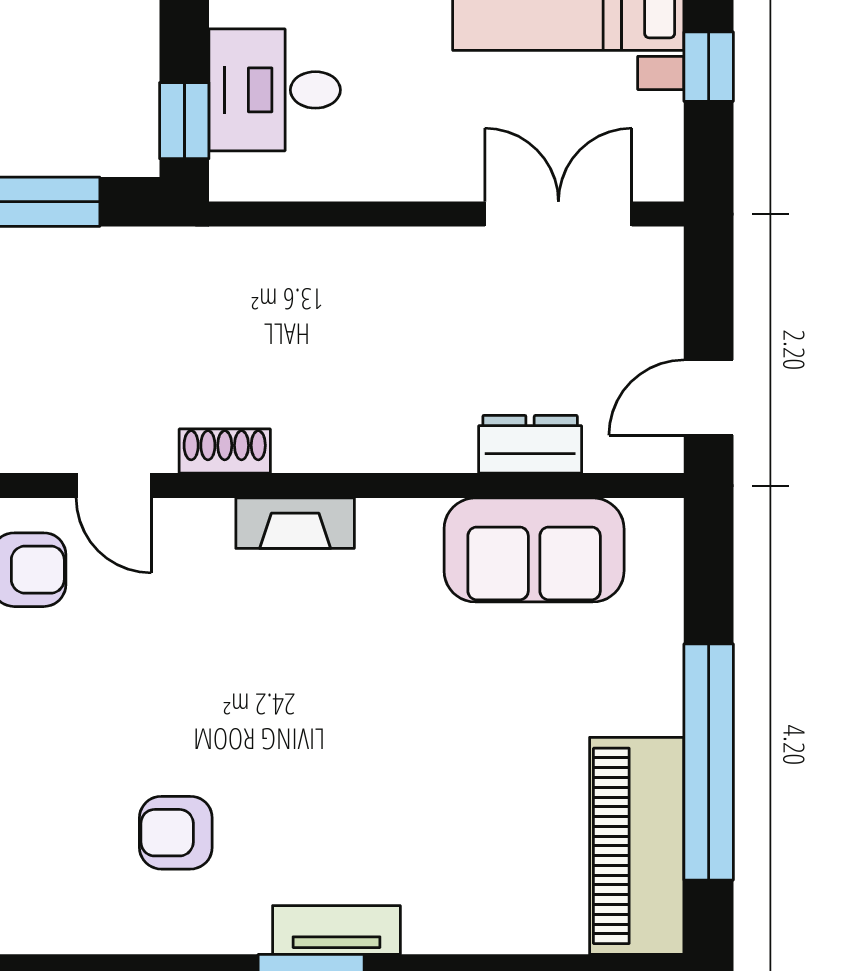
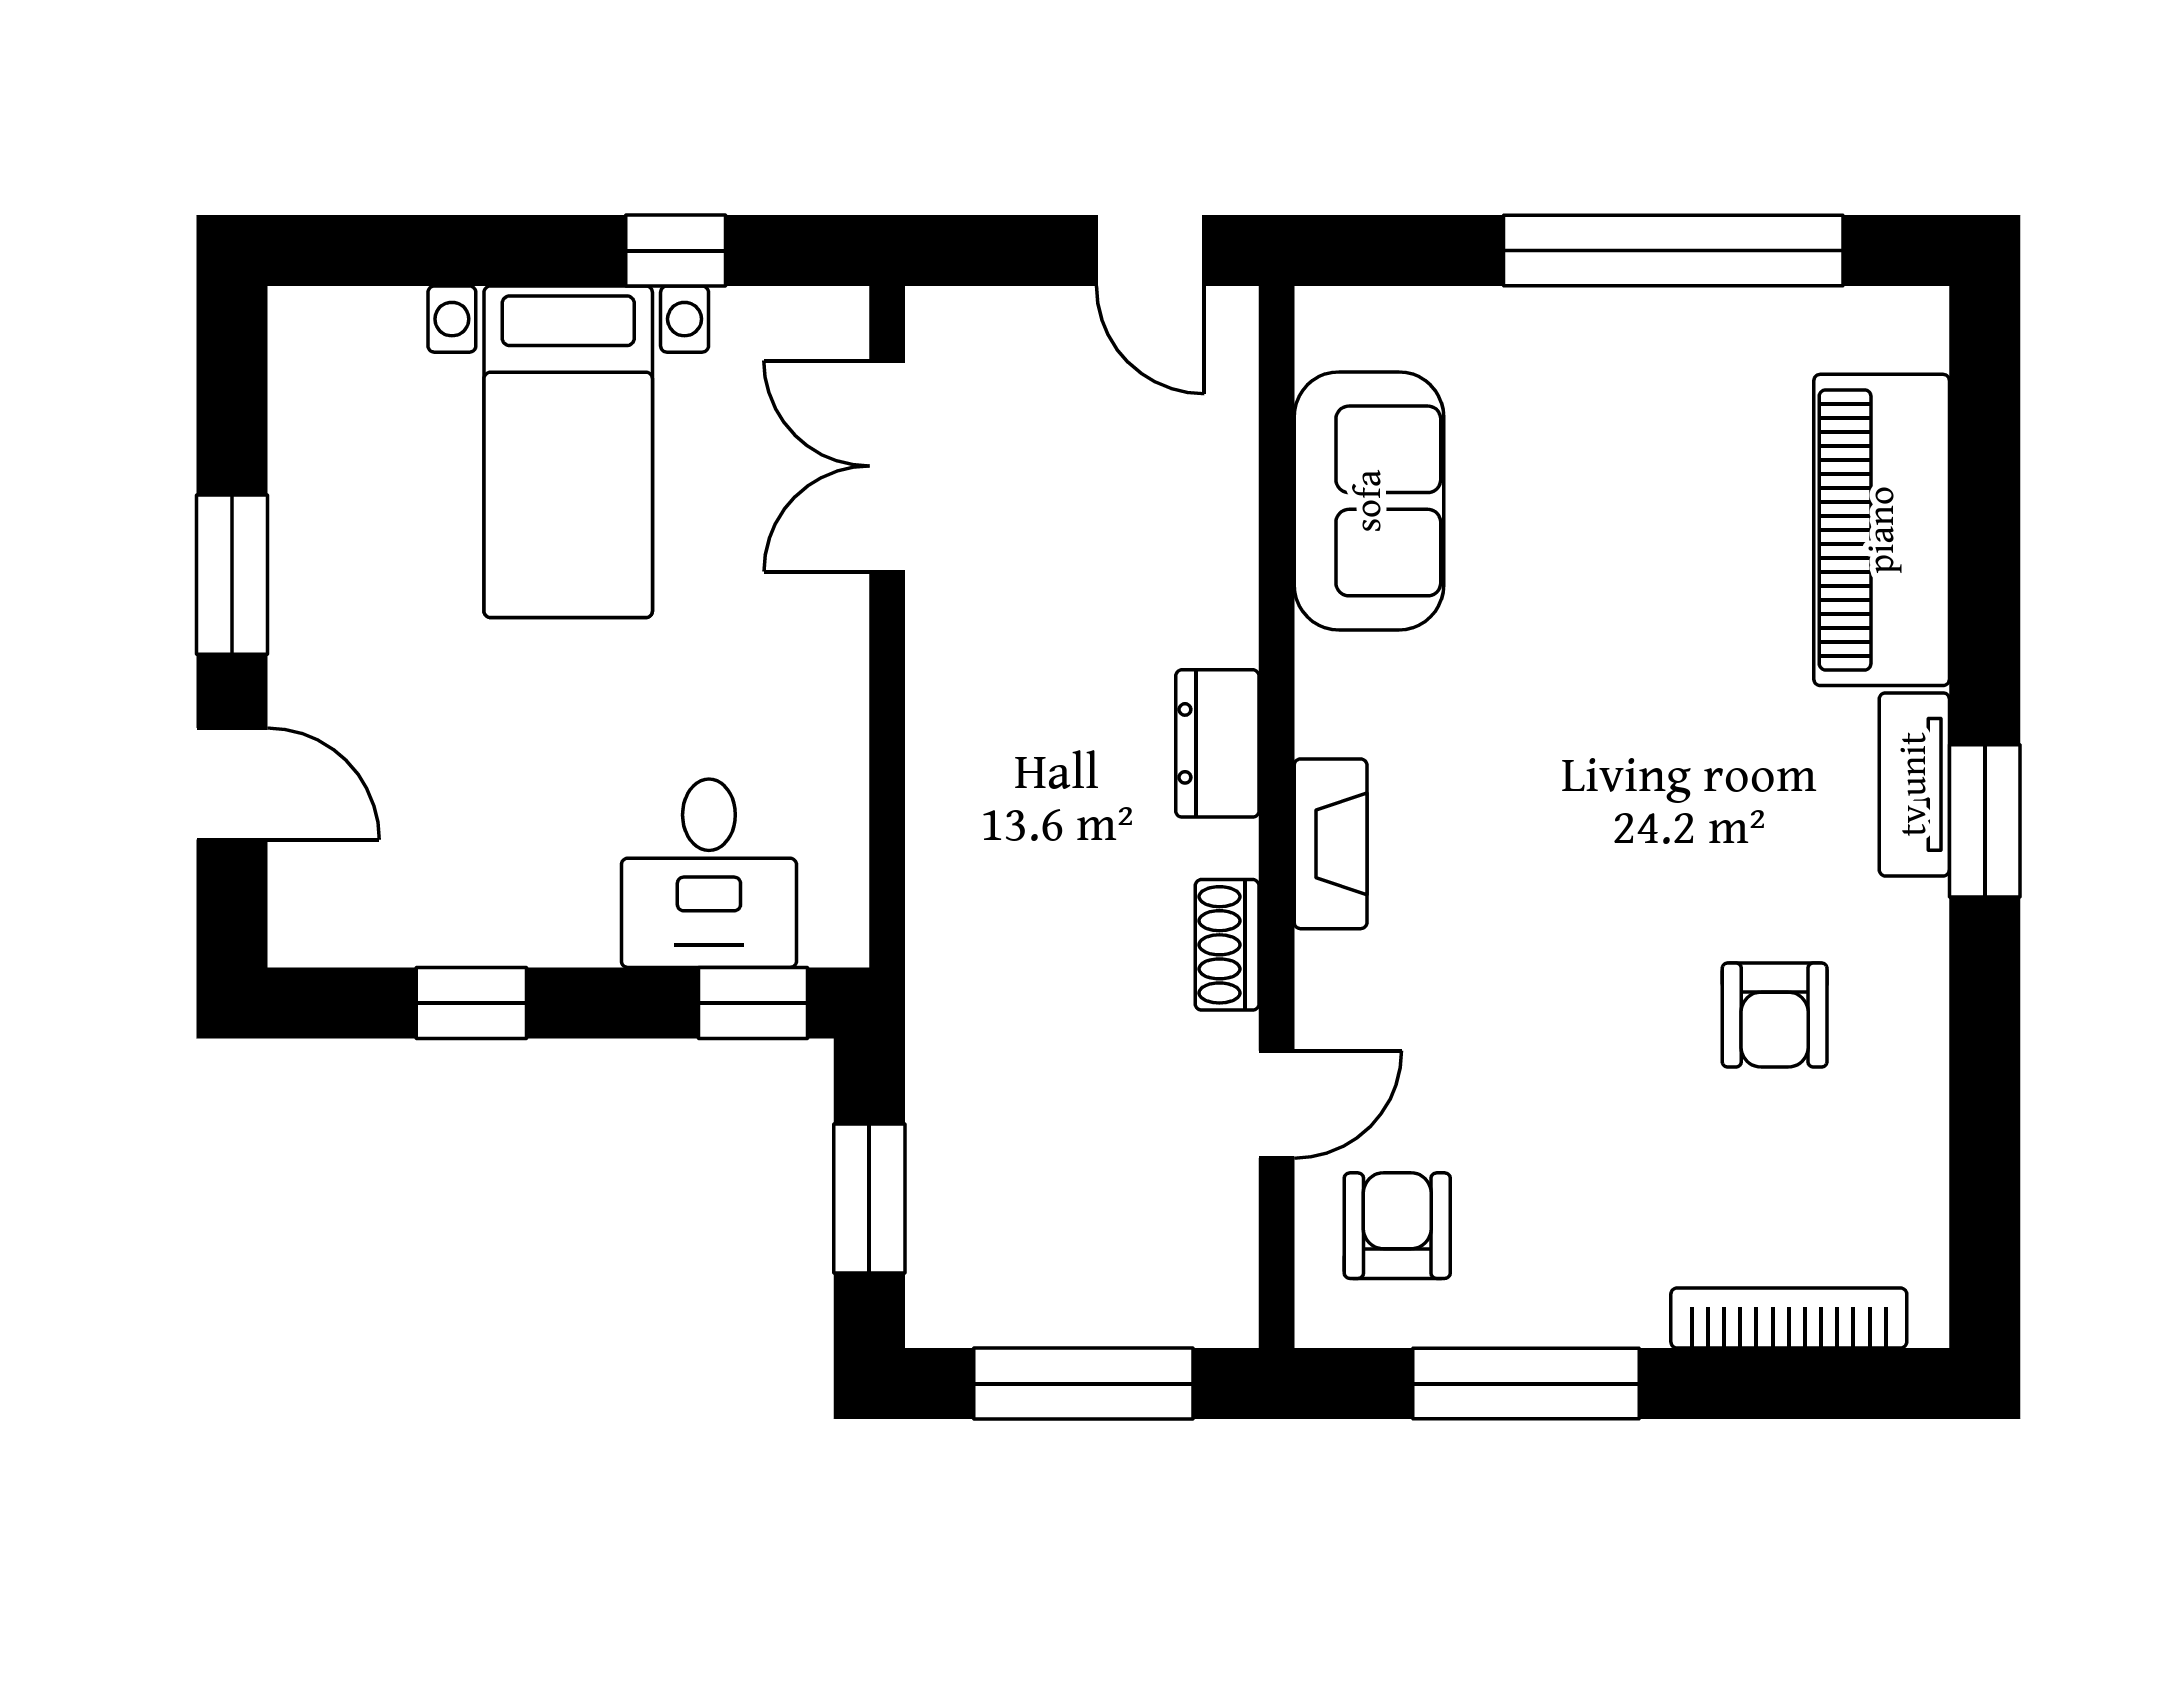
dresser: (530, 444) -> (1217, 743), moved
piano: (637, 846) -> (1882, 530), moved, turned 90

